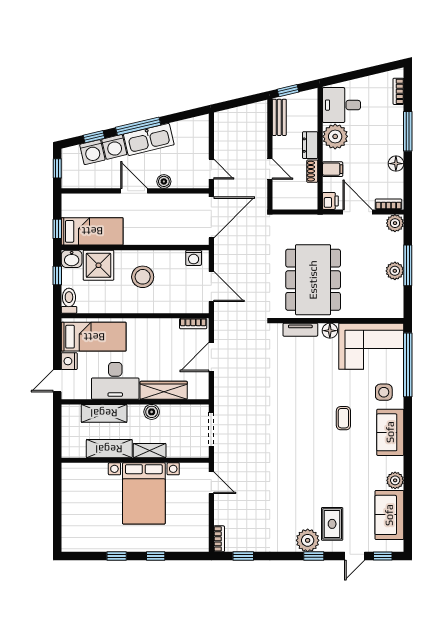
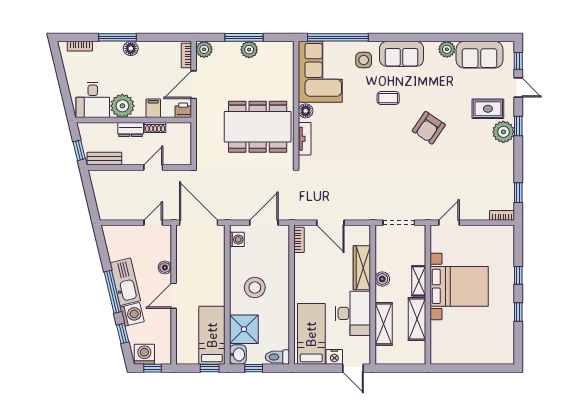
washing machine: (92, 152) -> (144, 354), moved, turned -77
floor lamp: (396, 164) -> (131, 48), moved
armchair: (312, 461) -> (429, 128), added

